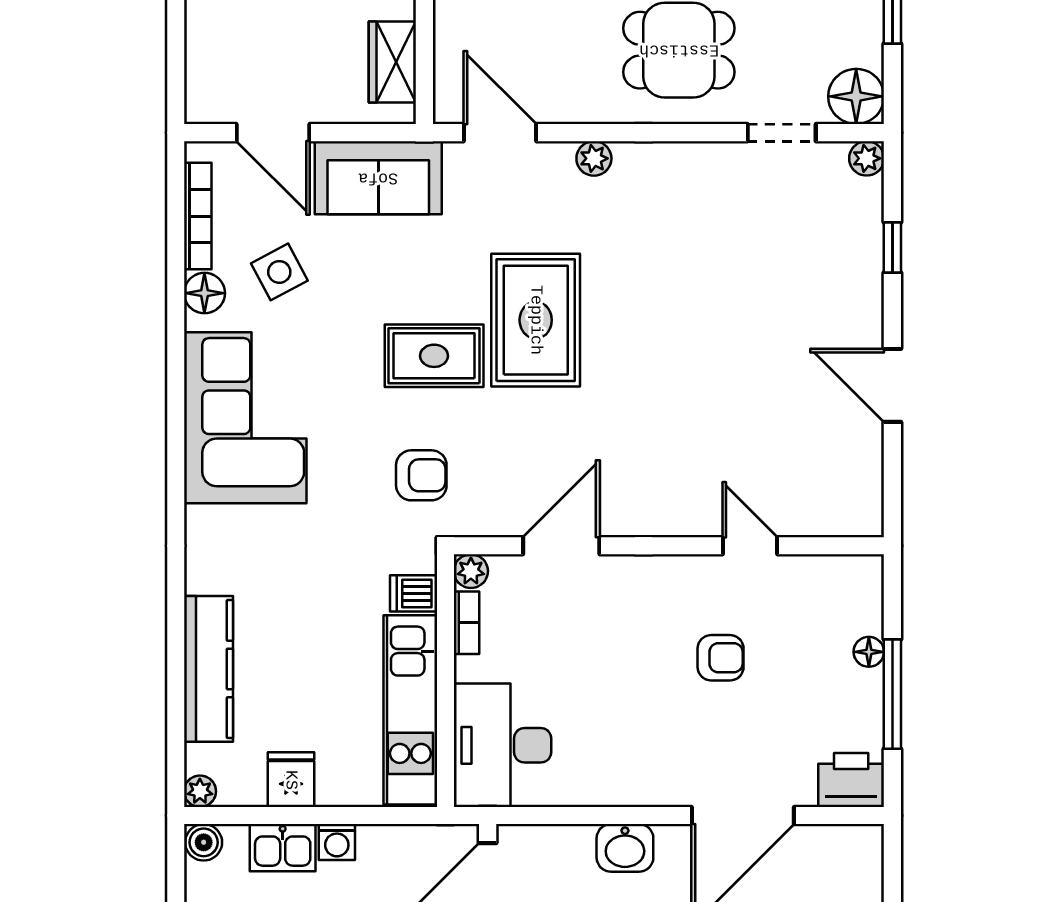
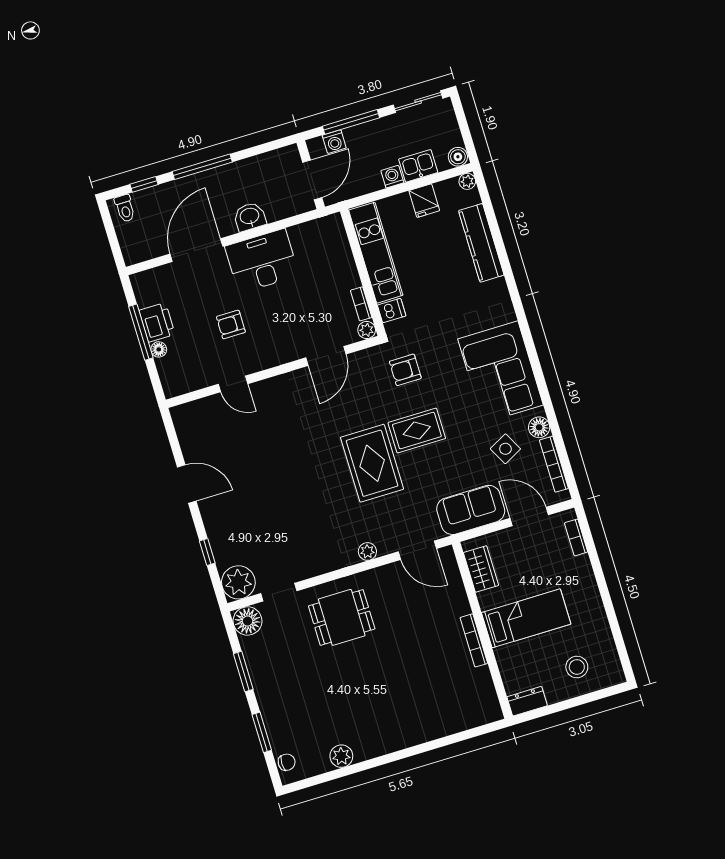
bookcase: (198, 67) -> (576, 537), added
plant: (867, 158) -> (238, 582), width x1.88, depth x1.88
desk: (503, 745) -> (262, 261), moved, turned -90
printer: (851, 780) -> (157, 322), moved, turned -90

